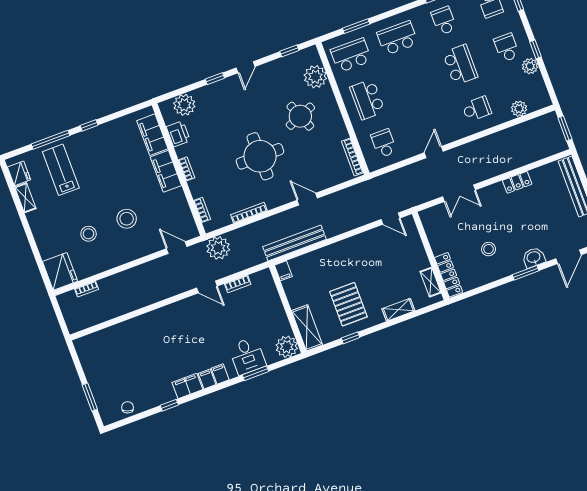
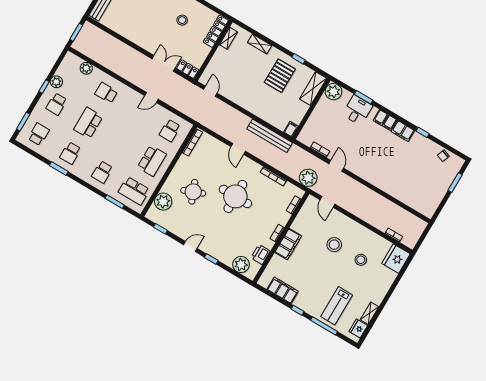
school desk: (397, 38) -> (102, 172), width x0.54
filing cabinet: (152, 135) -> (283, 290), moved, turned -90
locker: (517, 182) -> (188, 69), moved

